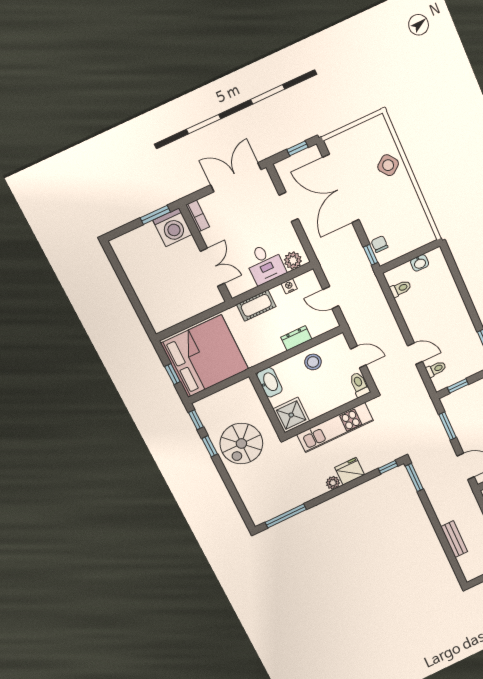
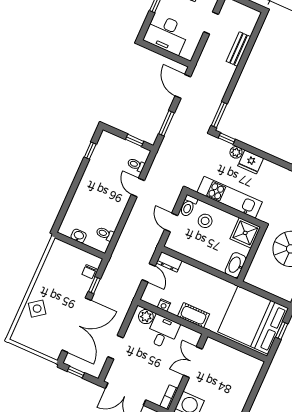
window: (371, 255) -> (94, 285), moved
dresser: (296, 338) -> (169, 262), moved
stool: (313, 362) -> (205, 221), moved
plant: (333, 483) -> (236, 152), moved

